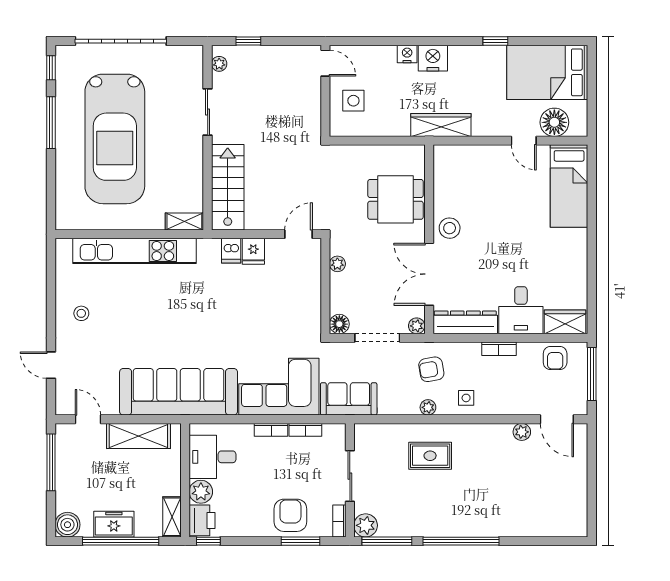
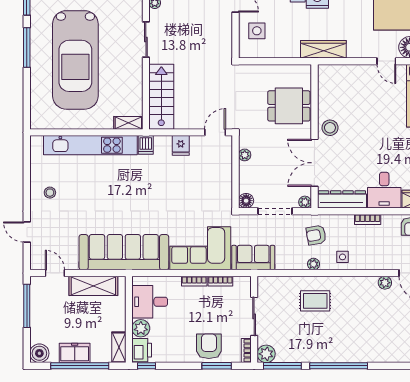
dishwasher: (231, 251) -> (146, 145), moved

